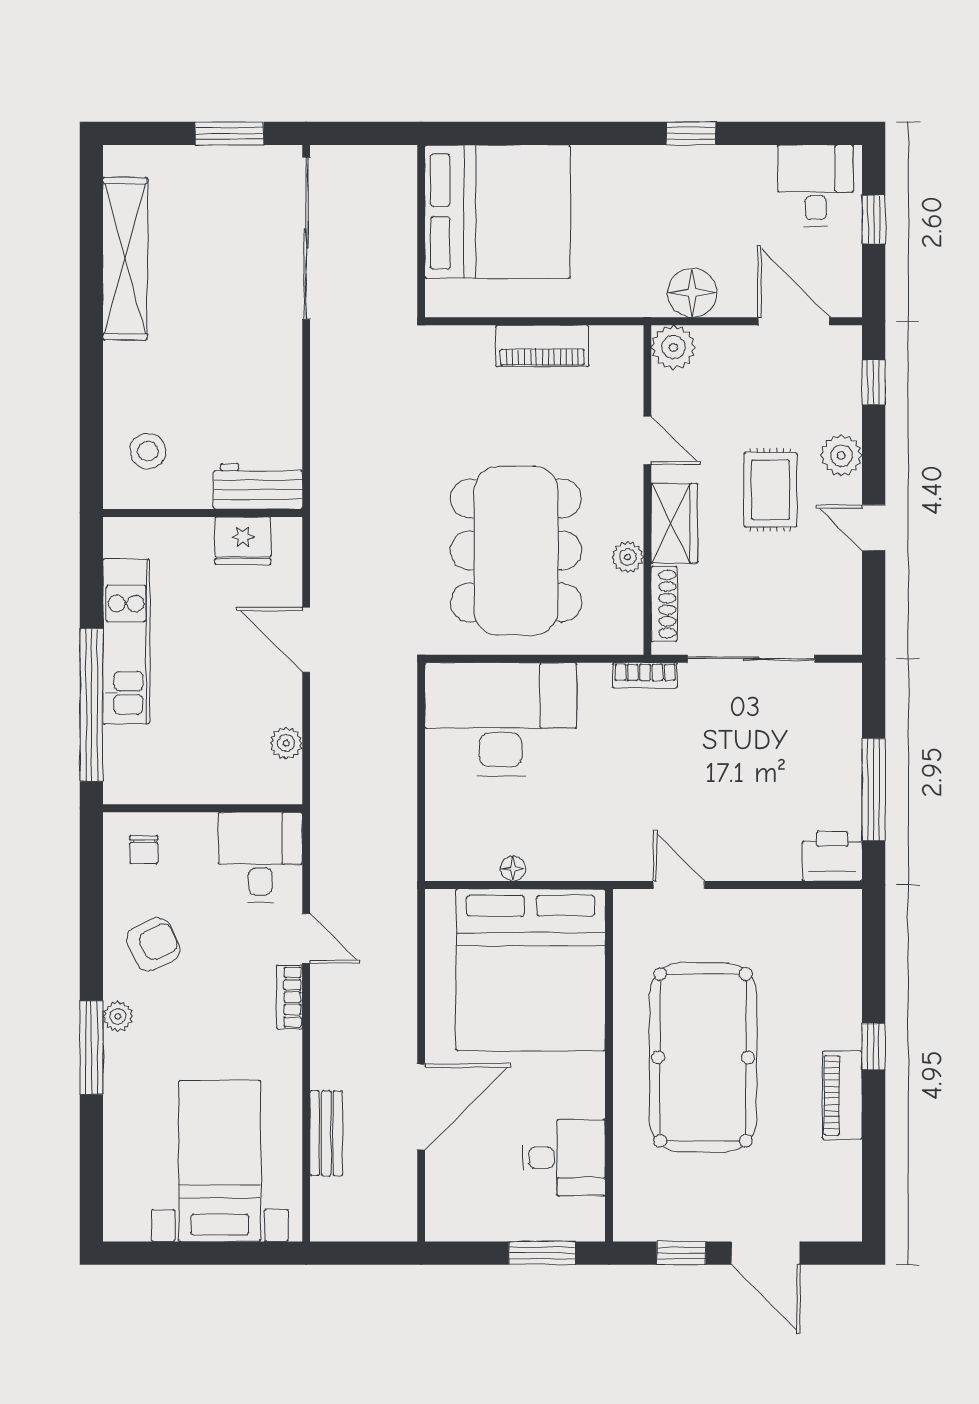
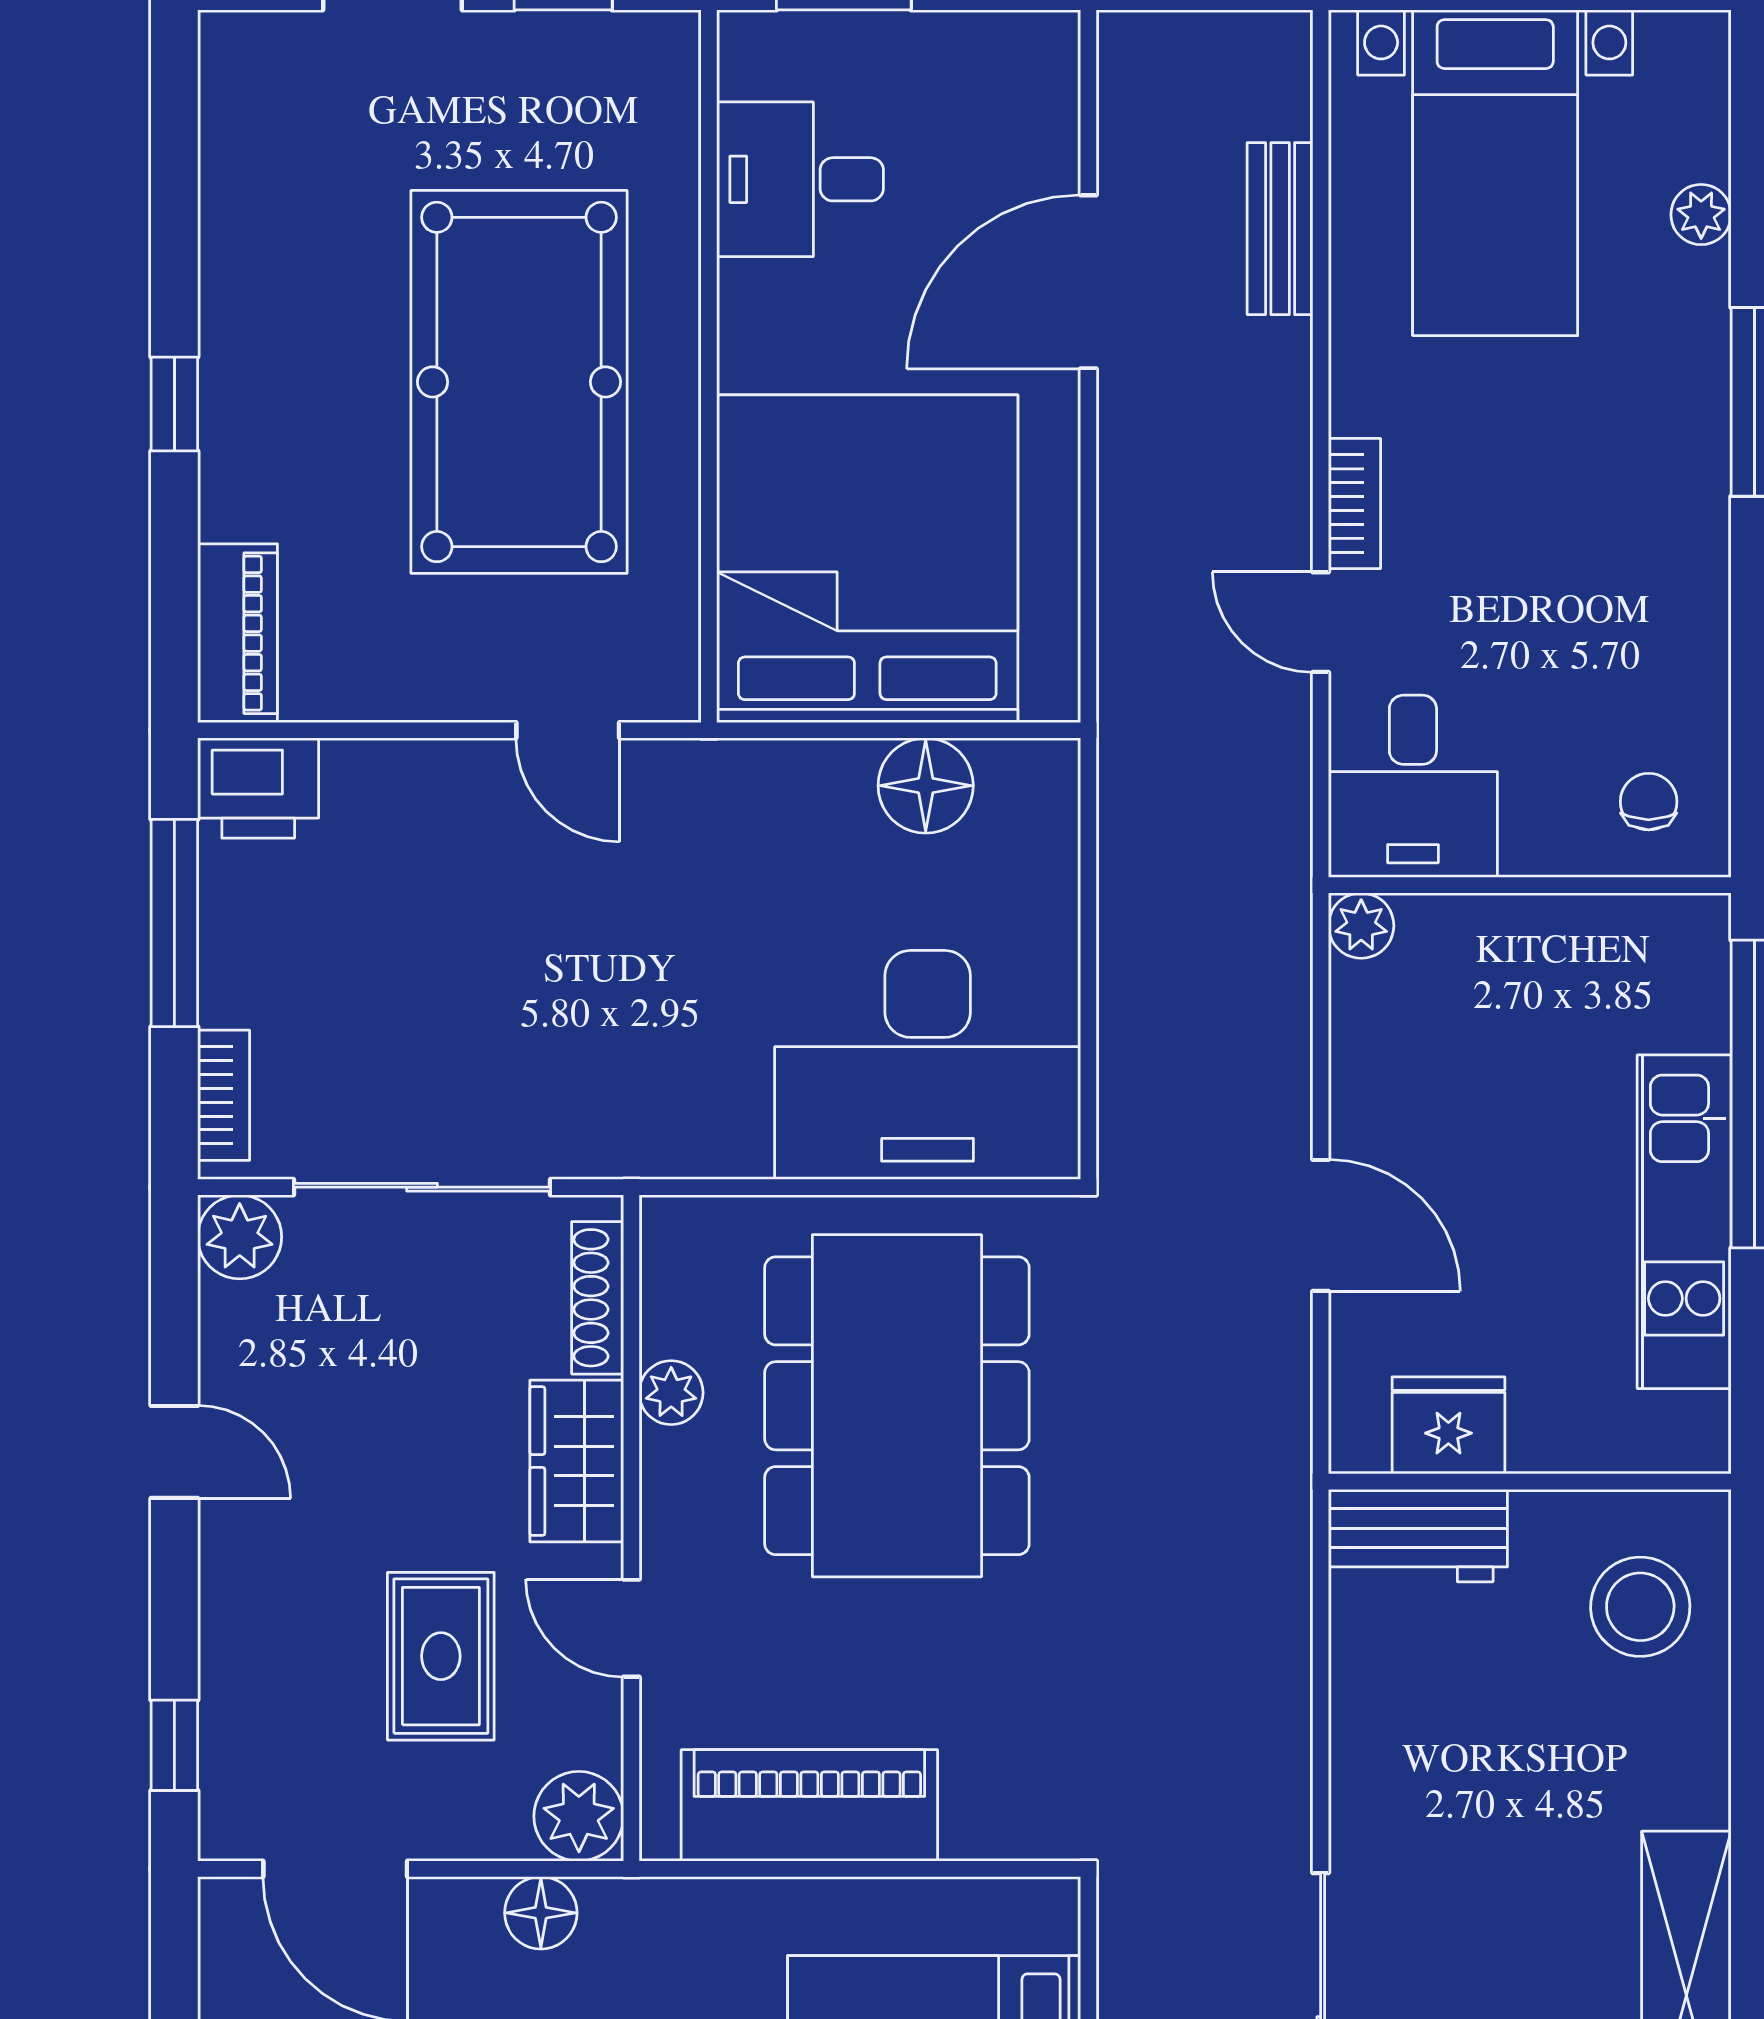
floor lamp: (692, 293) -> (541, 1913), width x0.73, depth x0.73
piano: (542, 346) -> (809, 1805), width x1.37, depth x1.33
stool: (148, 451) -> (1640, 1607), width x1.38, depth x1.38
plant: (841, 456) -> (240, 1237), moved
rug: (770, 490) -> (441, 1656), moved
bookcase: (645, 675) -> (224, 1095), moved, turned 90
plant: (286, 743) -> (1361, 926), moved
floor lamp: (513, 869) -> (926, 786), width x1.89, depth x1.89
armchair: (153, 944) -> (1629, 610), removed
plant: (118, 1016) -> (1701, 215), moved
piano: (842, 1095) -> (238, 633), moved

